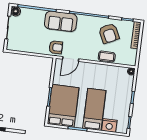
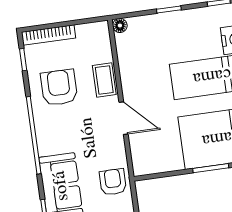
armchair: (109, 33) -> (59, 88), turned -64
door: (71, 59) -> (123, 118), moved

